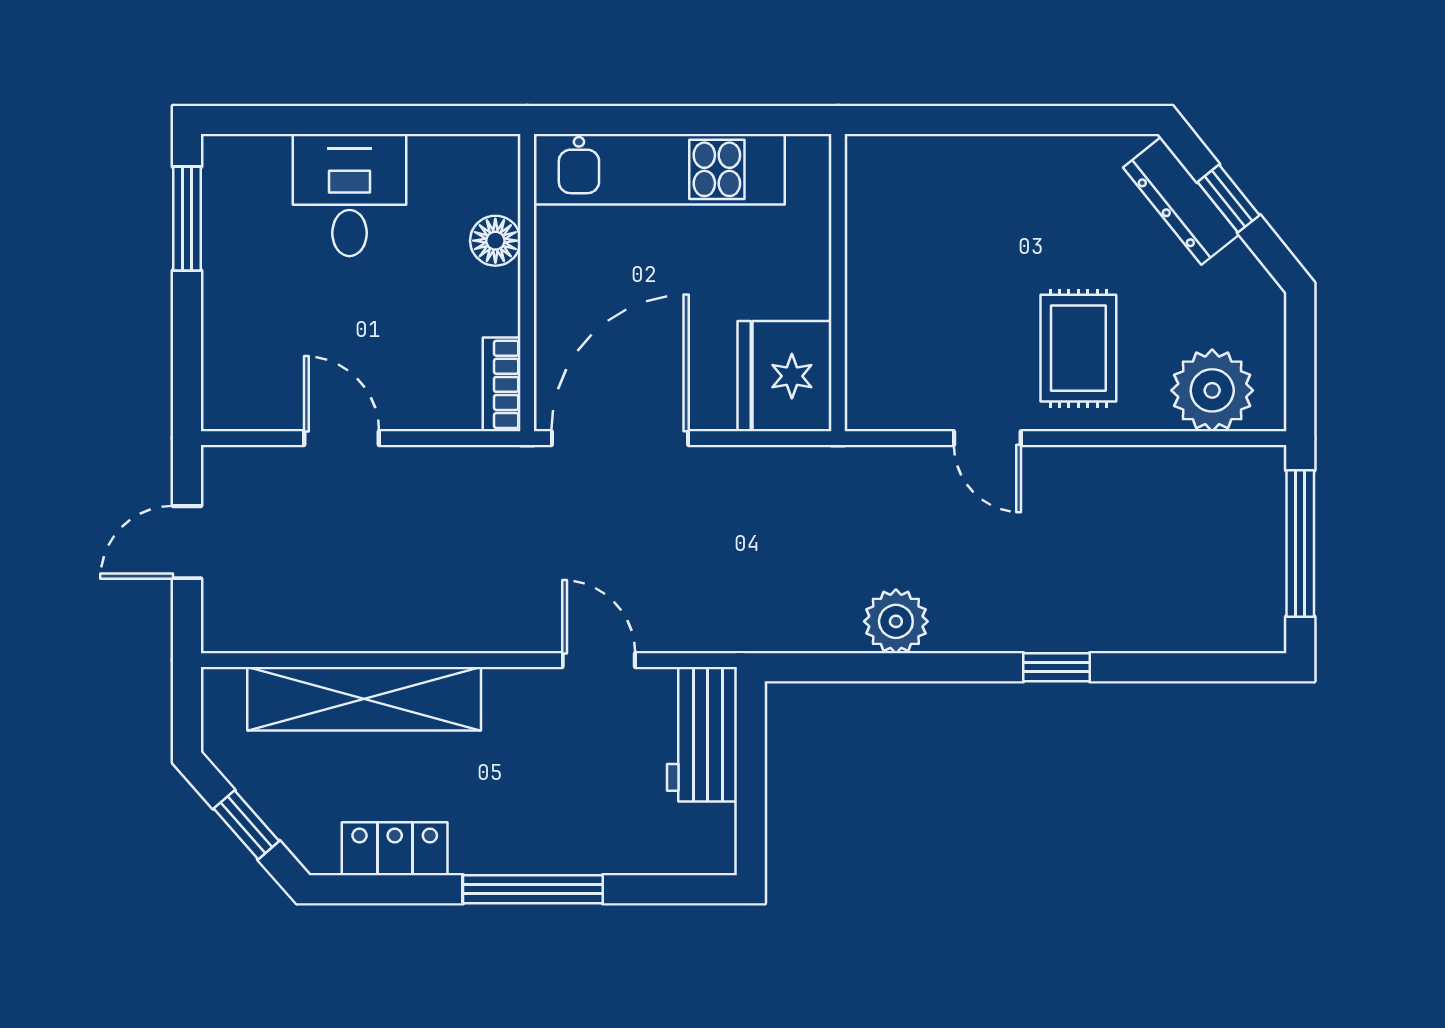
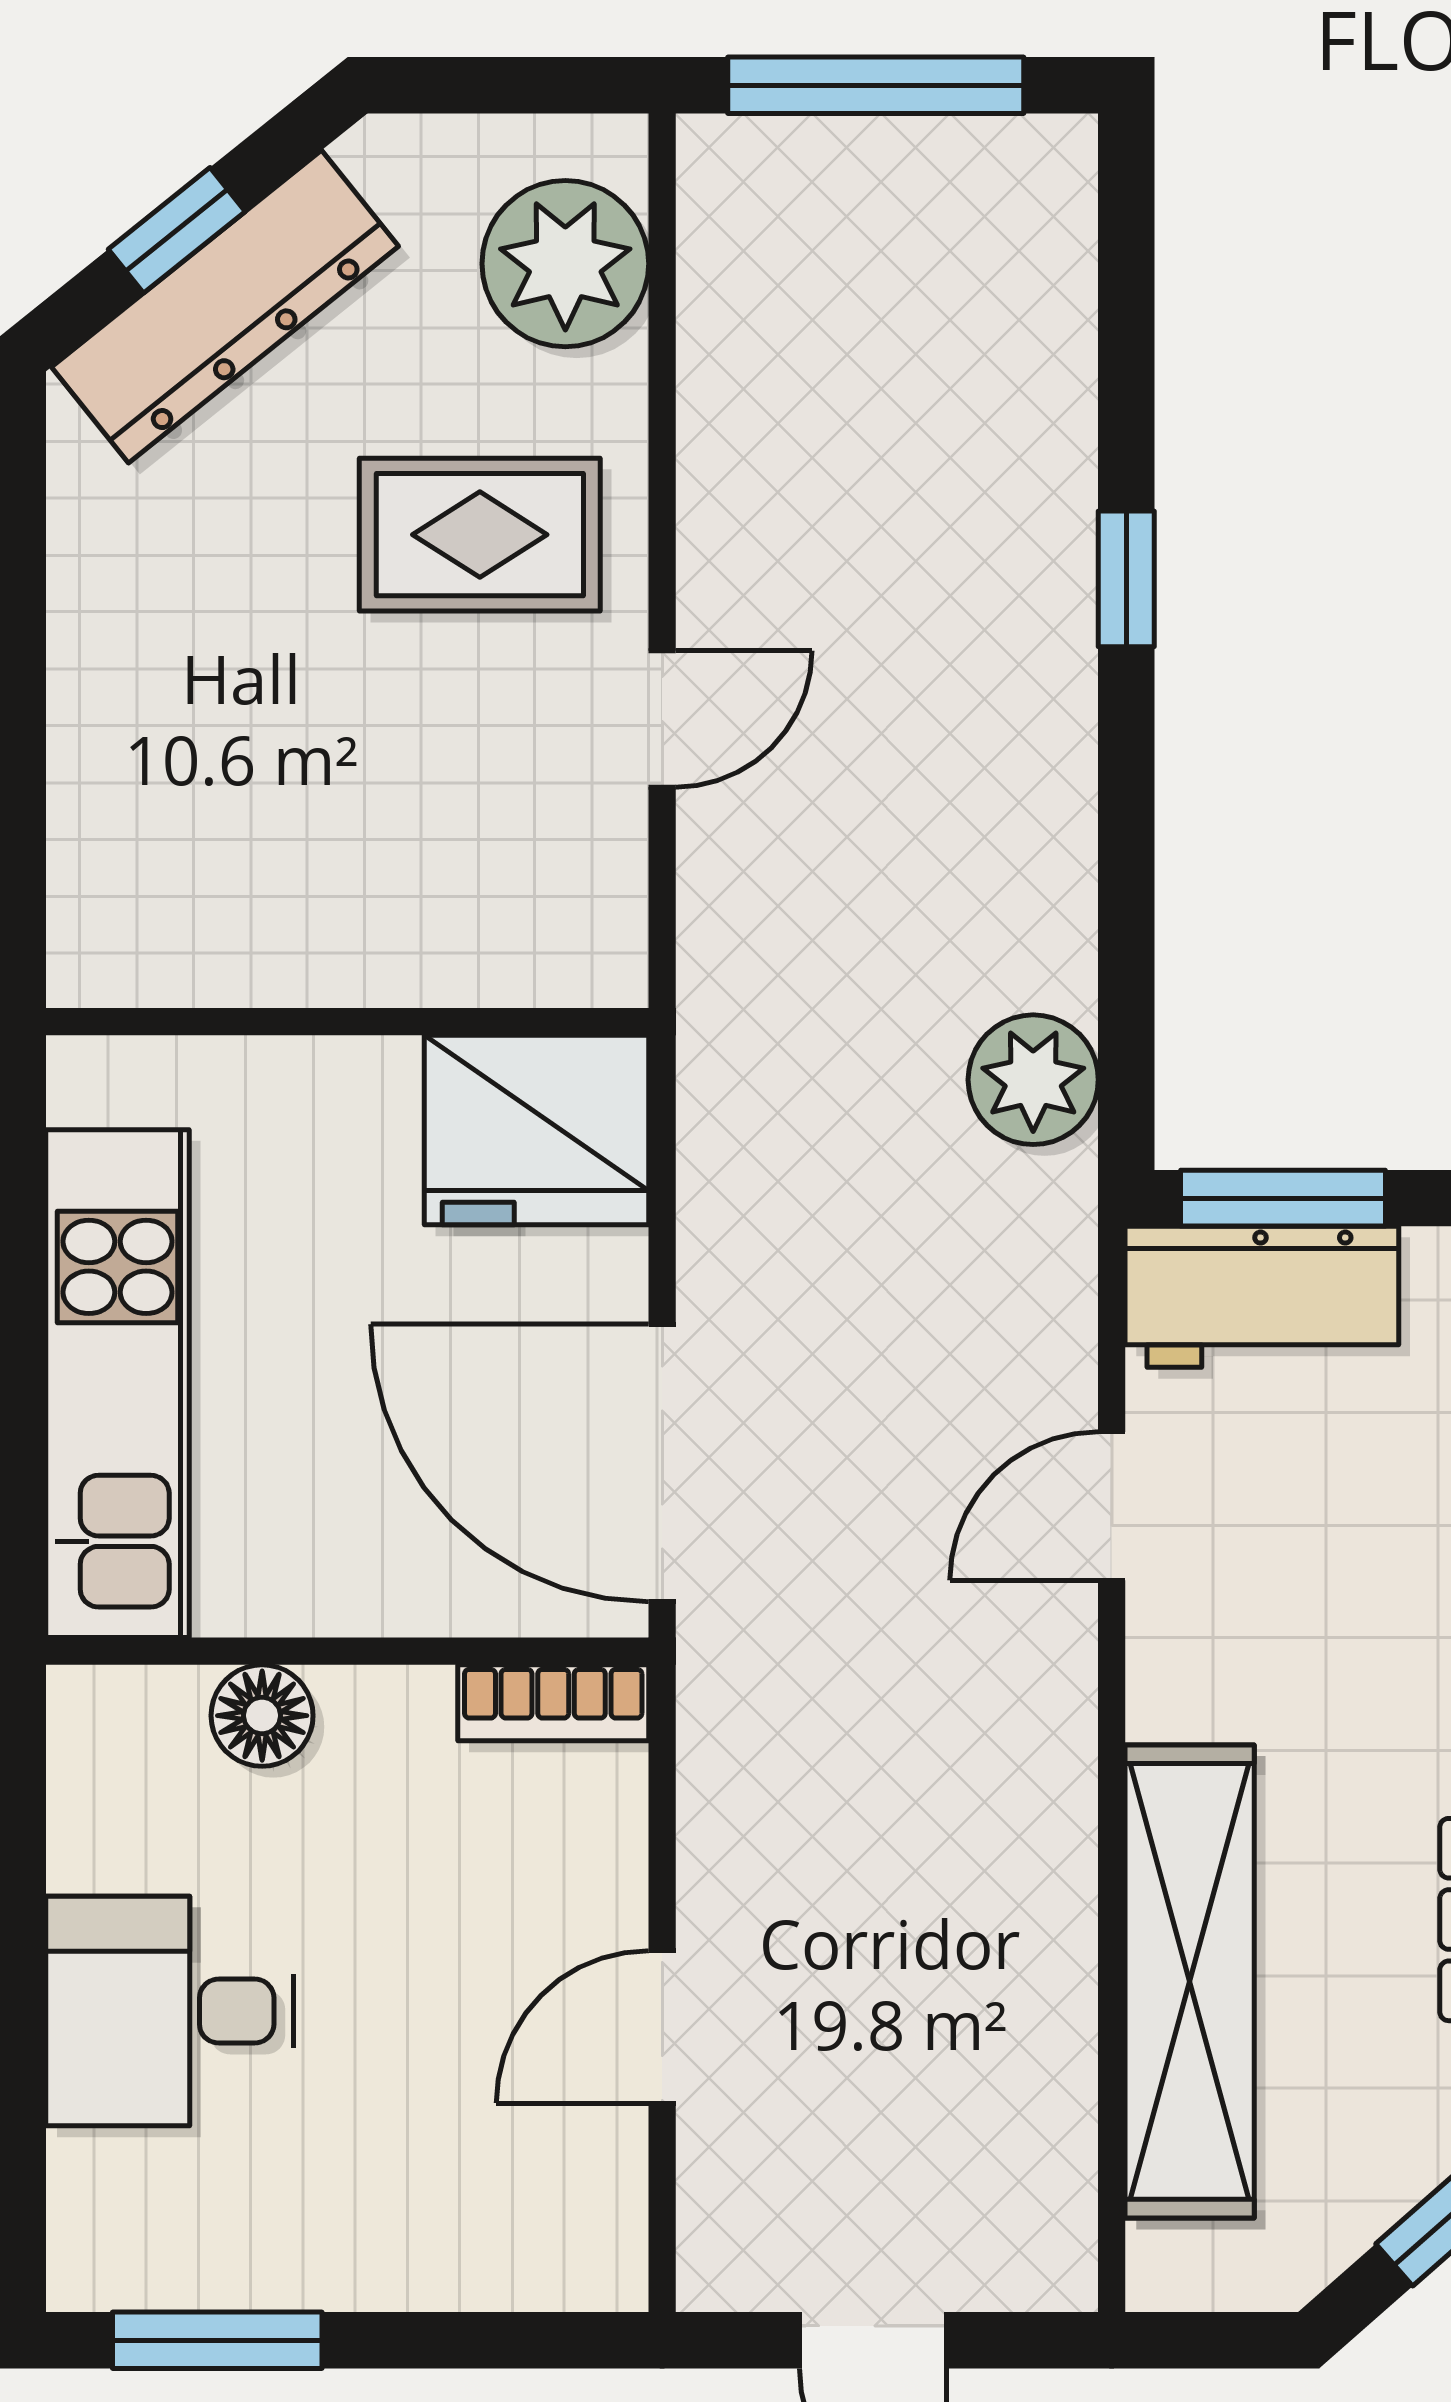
dresser: (1181, 201) -> (225, 307), width x1.37, depth x1.24
plant: (896, 621) -> (1033, 1080), moved
window: (751, 745) -> (1283, 1198), added

